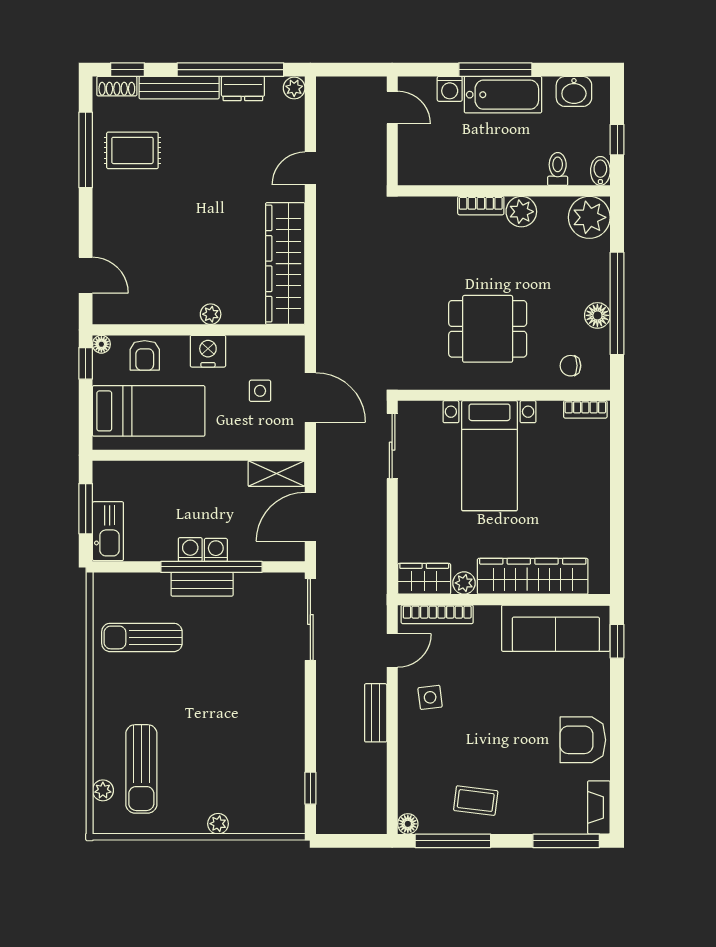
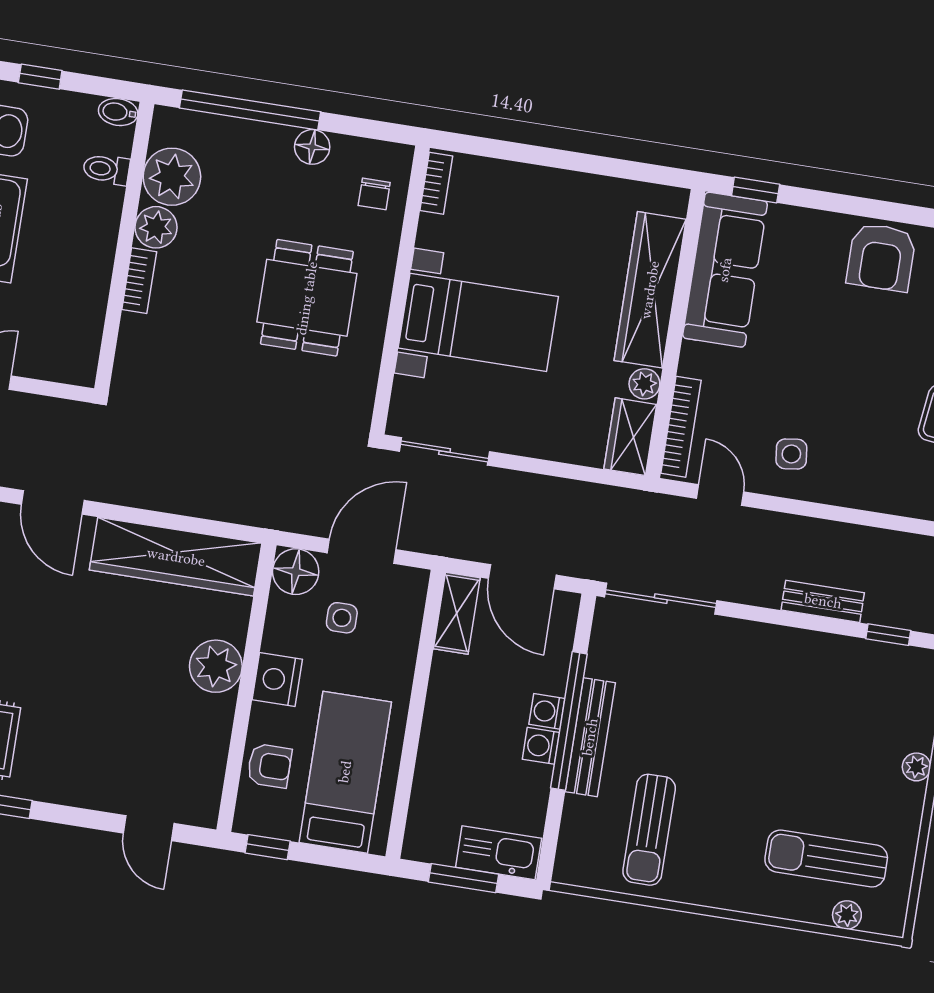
window: (617, 140) -> (40, 77), moved
door: (310, 168) -> (53, 502), width x1.38
plant: (589, 217) -> (172, 177), moved
door: (86, 275) -> (149, 828), swing flipped
window: (617, 303) -> (250, 110), moved
plant: (211, 314) -> (216, 666), width x1.88, depth x1.88
floor lamp: (101, 344) -> (296, 572), moved, width x1.89, depth x1.89
bench: (202, 584) -> (590, 737), width x1.36
bench: (376, 713) -> (823, 601), moved
sun lounger: (141, 769) -> (826, 859), turned 180

